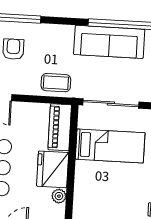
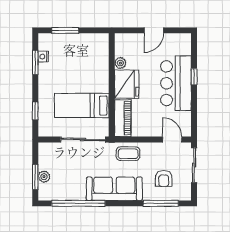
sofa: (109, 42) -> (114, 189), moved

